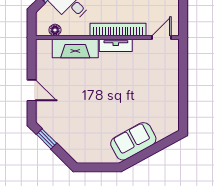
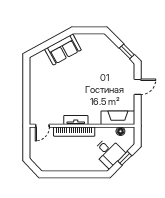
fireplace: (75, 49) -> (118, 118), moved
door: (32, 90) -> (138, 87), swing flipped

